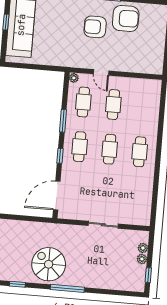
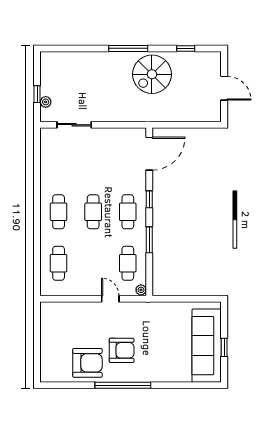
armchair: (126, 18) -> (87, 363), turned 180
cafe table: (113, 105) -> (59, 263), moved
sliding door: (103, 225) -> (74, 125), moved
plant: (142, 259) -> (46, 89), removed
spiral stairs: (49, 264) -> (152, 74), turned 90
window: (148, 275) -> (37, 94), moved

